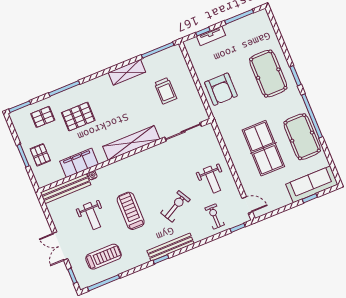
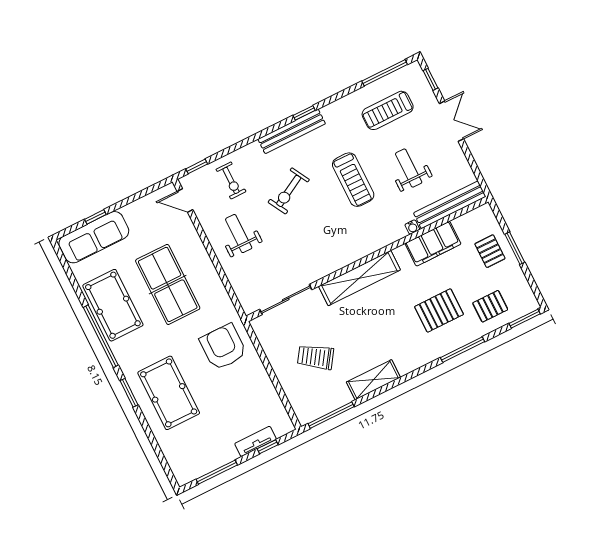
armchair: (221, 89) -> (223, 347), moved
trolley: (165, 91) -> (316, 357), turned -56

